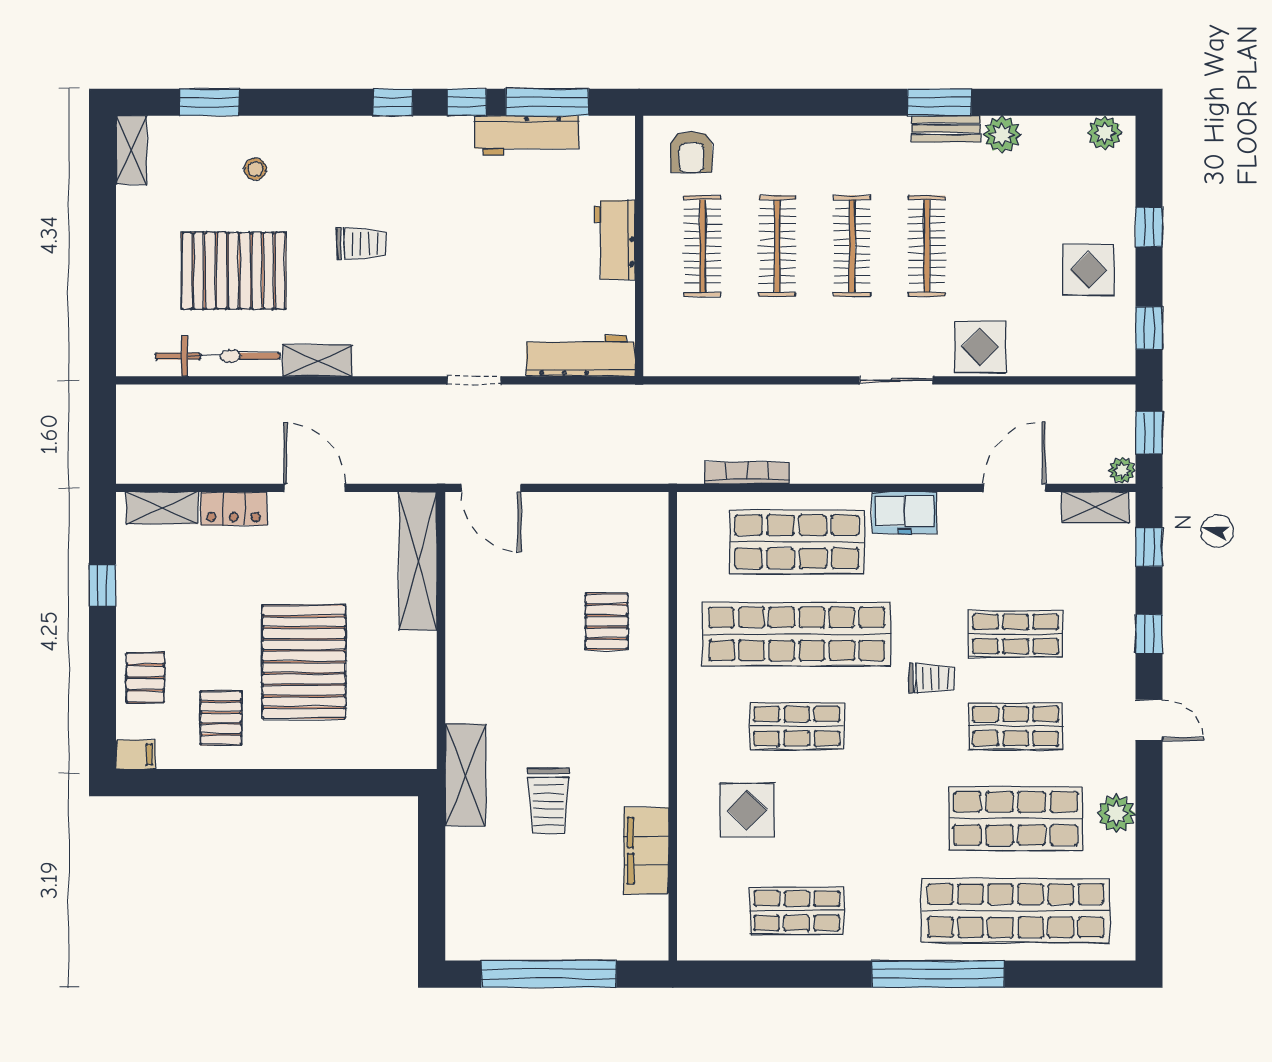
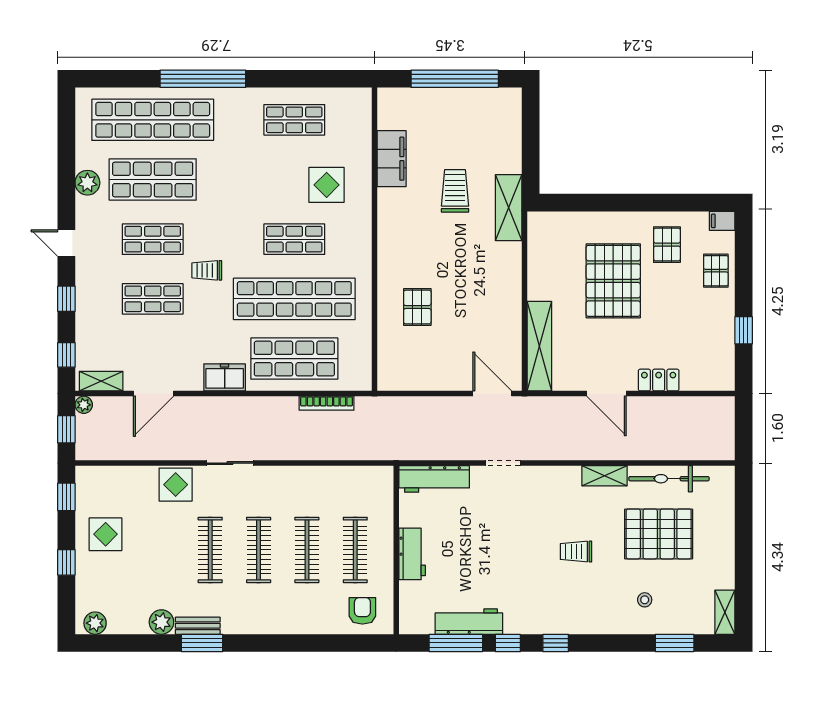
shelving: (162, 508) -> (705, 380), removed

